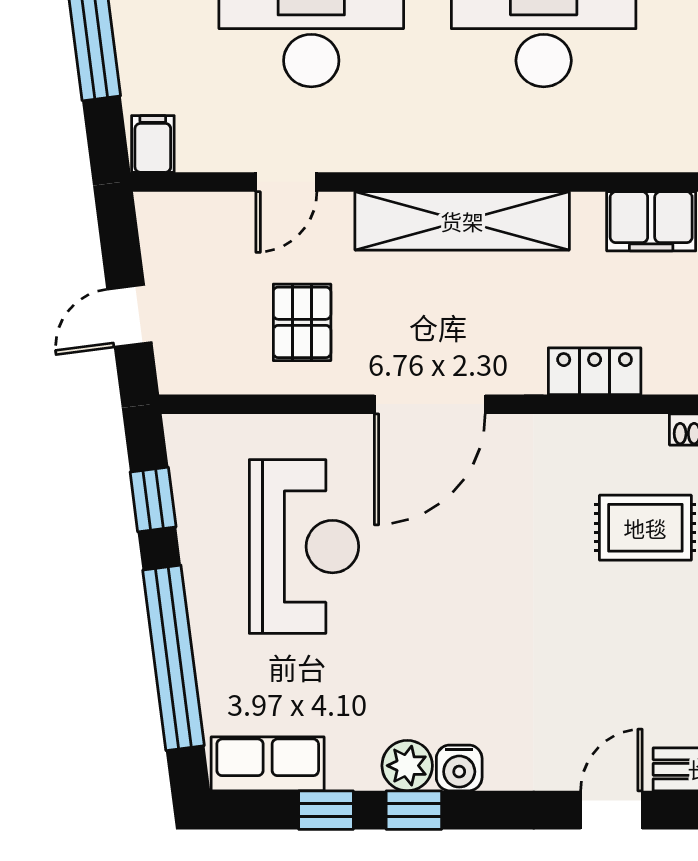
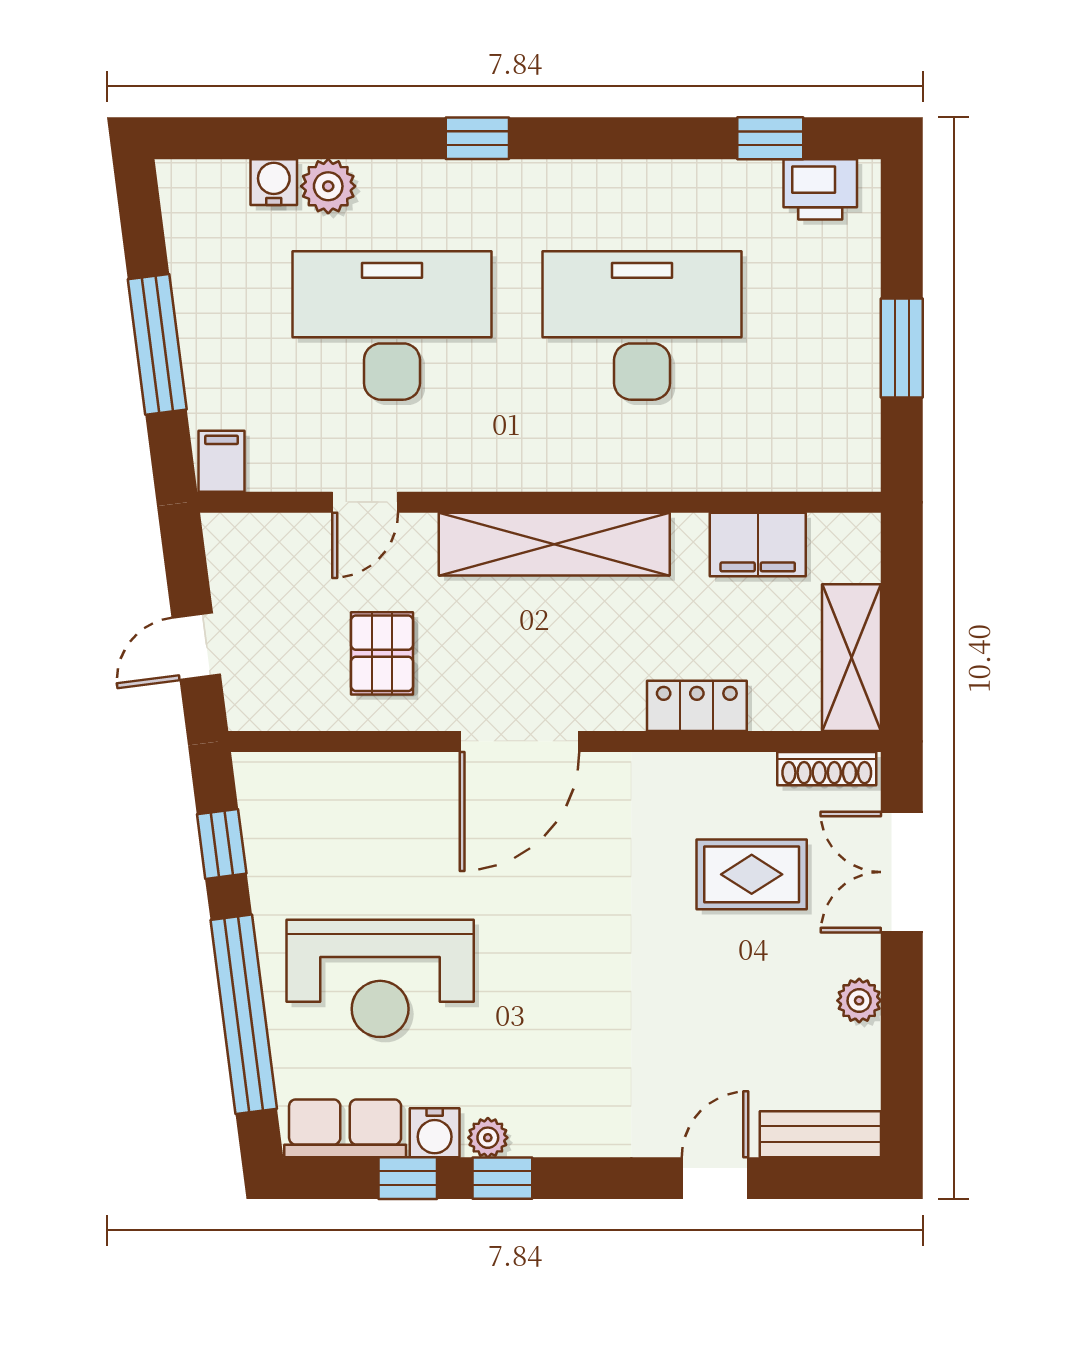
reception desk: (304, 547) -> (380, 978), moved, turned 90
plant: (407, 766) -> (488, 1138), width x0.73, depth x0.73
water cooler: (459, 768) -> (435, 1133), moved

